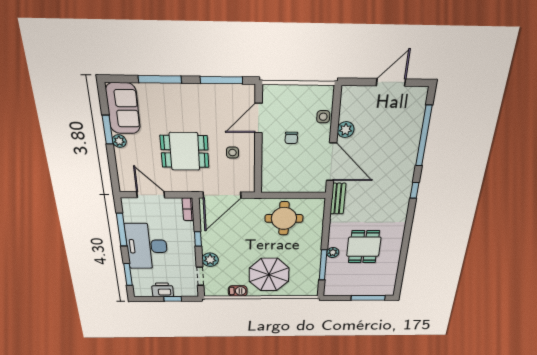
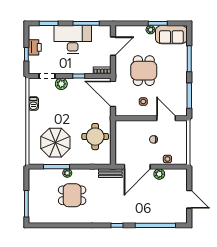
parasol: (269, 275) -> (55, 143), moved

